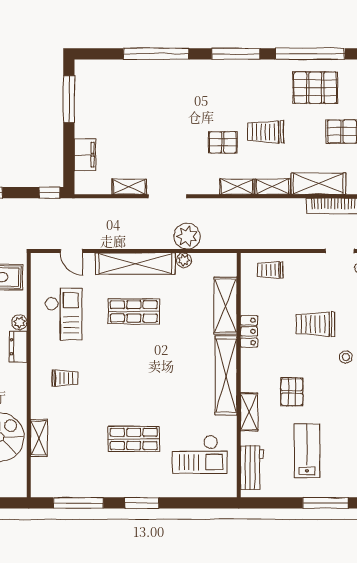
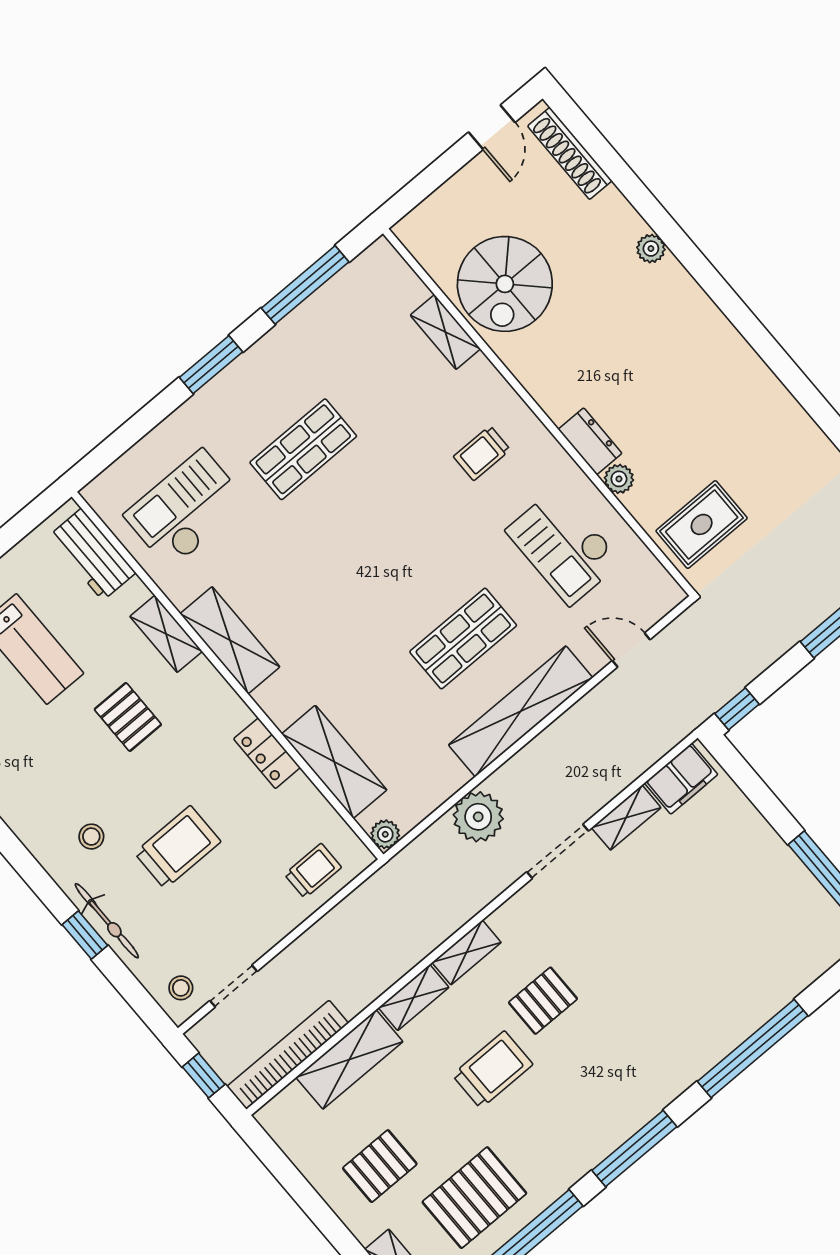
filing cabinet: (85, 155) -> (681, 779), moved, turned -90
plant: (184, 260) -> (385, 834), moved
shelving: (226, 376) -> (230, 640), width x0.68

